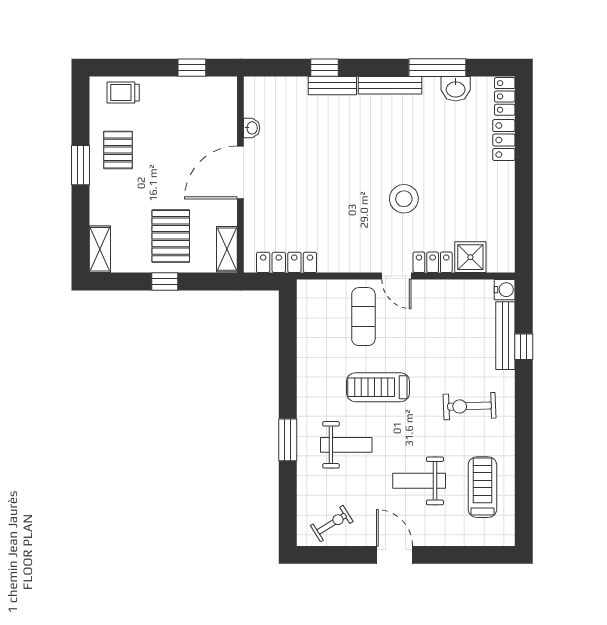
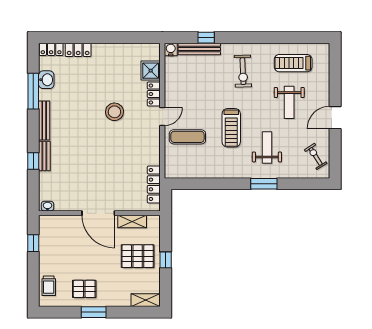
washbasin: (252, 128) -> (48, 206), moved
shelving: (227, 249) -> (132, 221), moved

